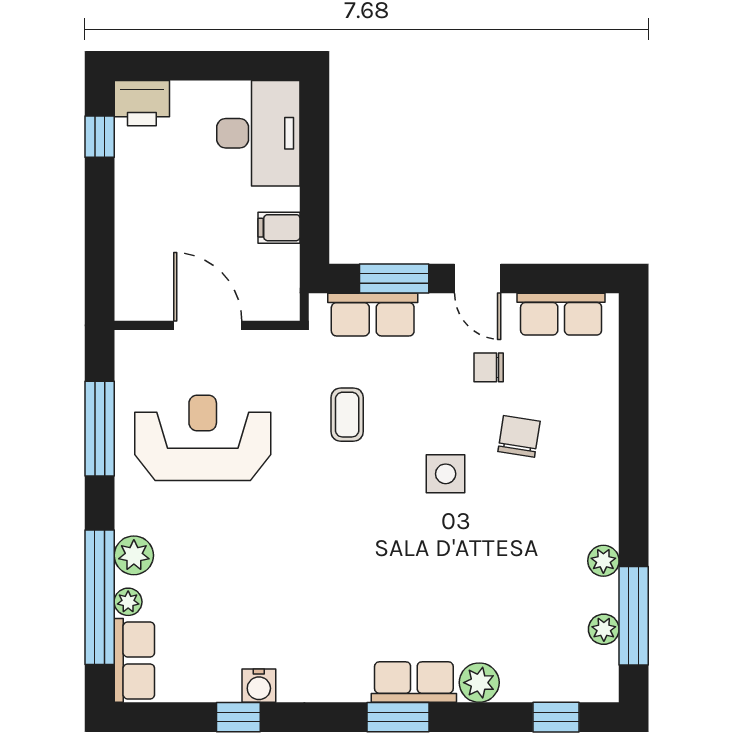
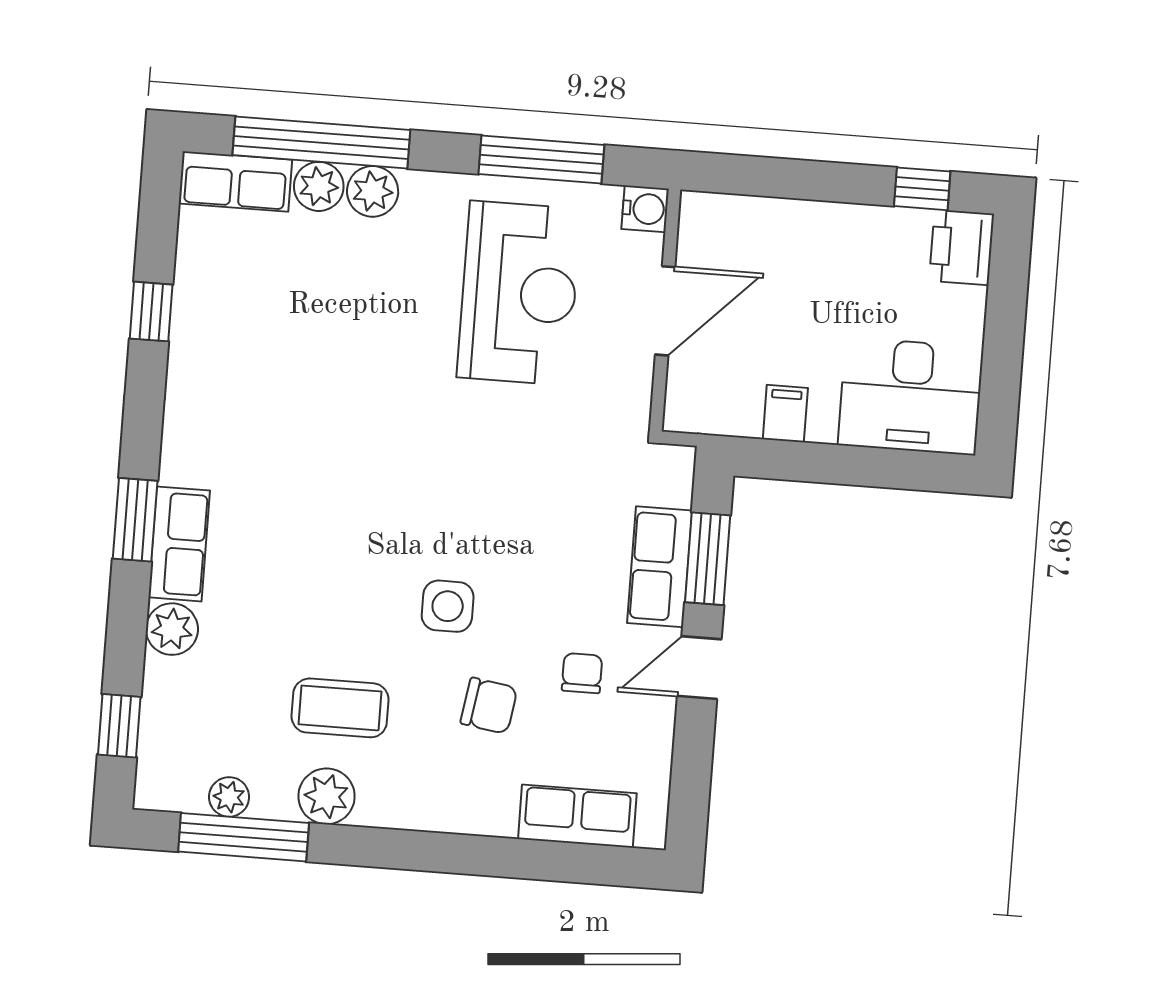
row of seats: (561, 314) -> (577, 816), moved, turned 90
row of seats: (373, 315) -> (660, 567), moved
coffee table: (347, 415) -> (340, 708), moved, width x1.36, depth x1.30
plant: (603, 561) -> (327, 796), width x1.38, depth x1.38
plant: (128, 602) -> (319, 186), width x1.38, depth x1.38
water cooler: (259, 686) -> (645, 209), moved, turned 180

